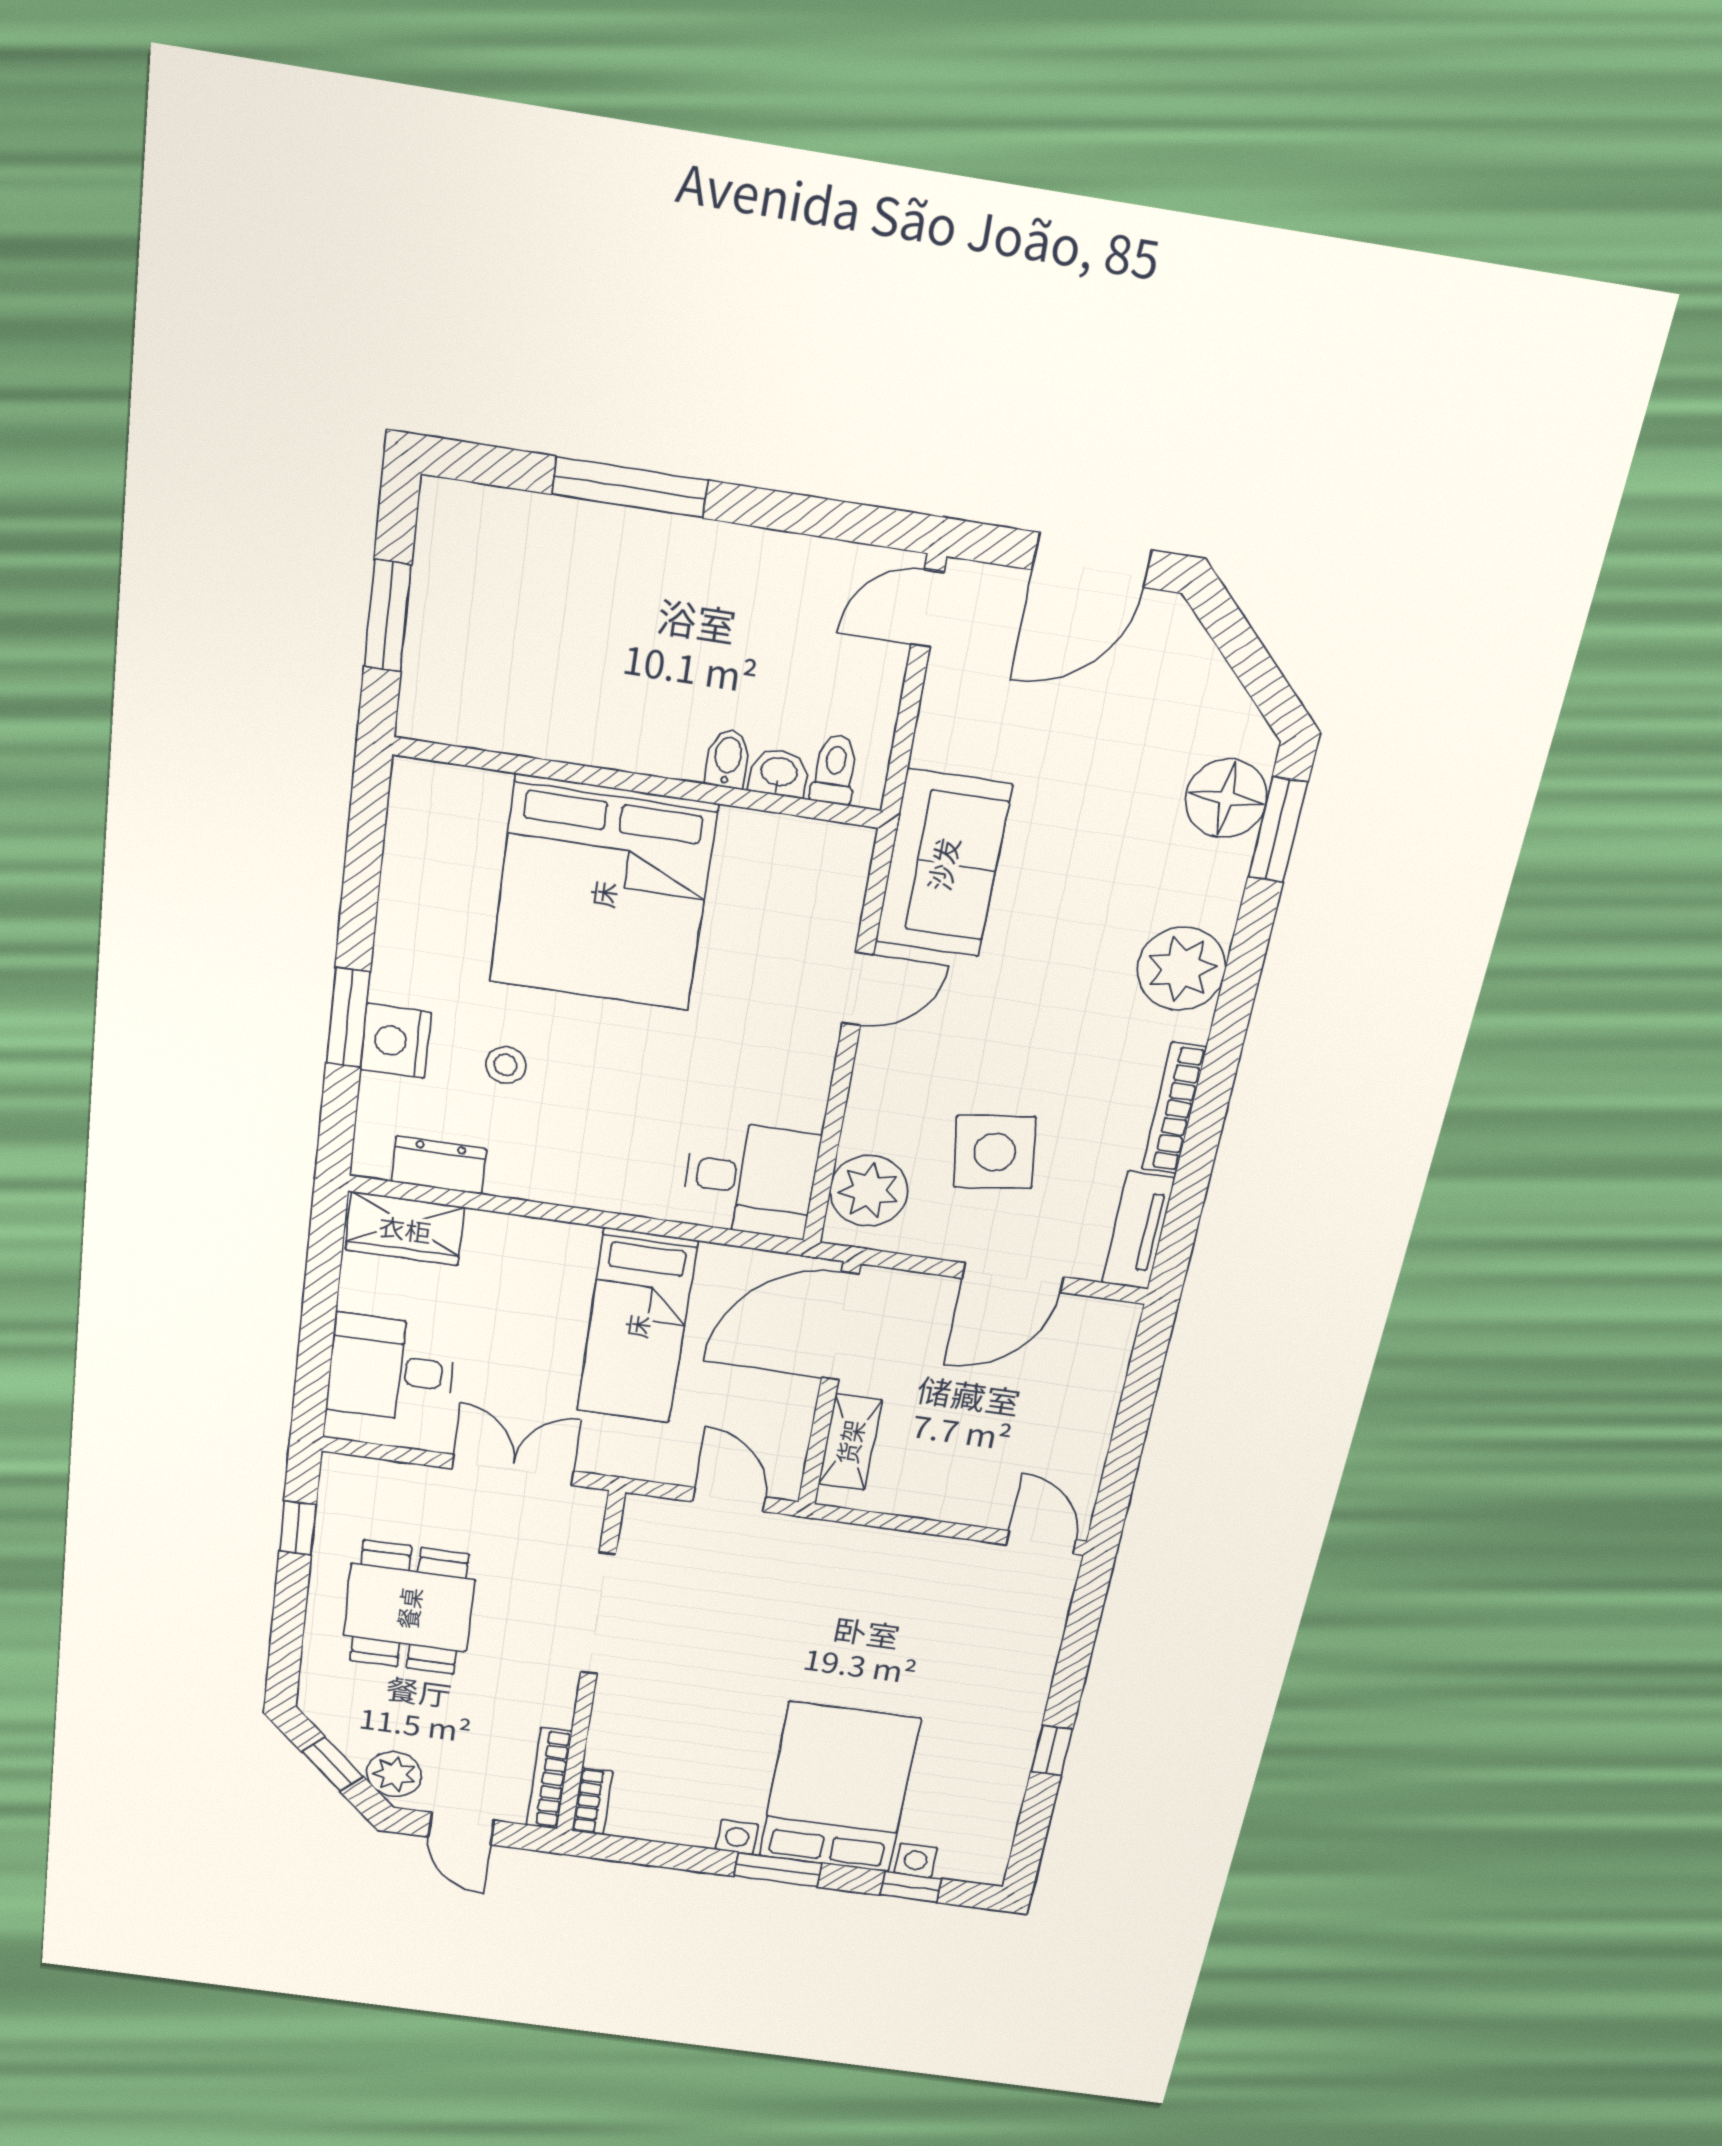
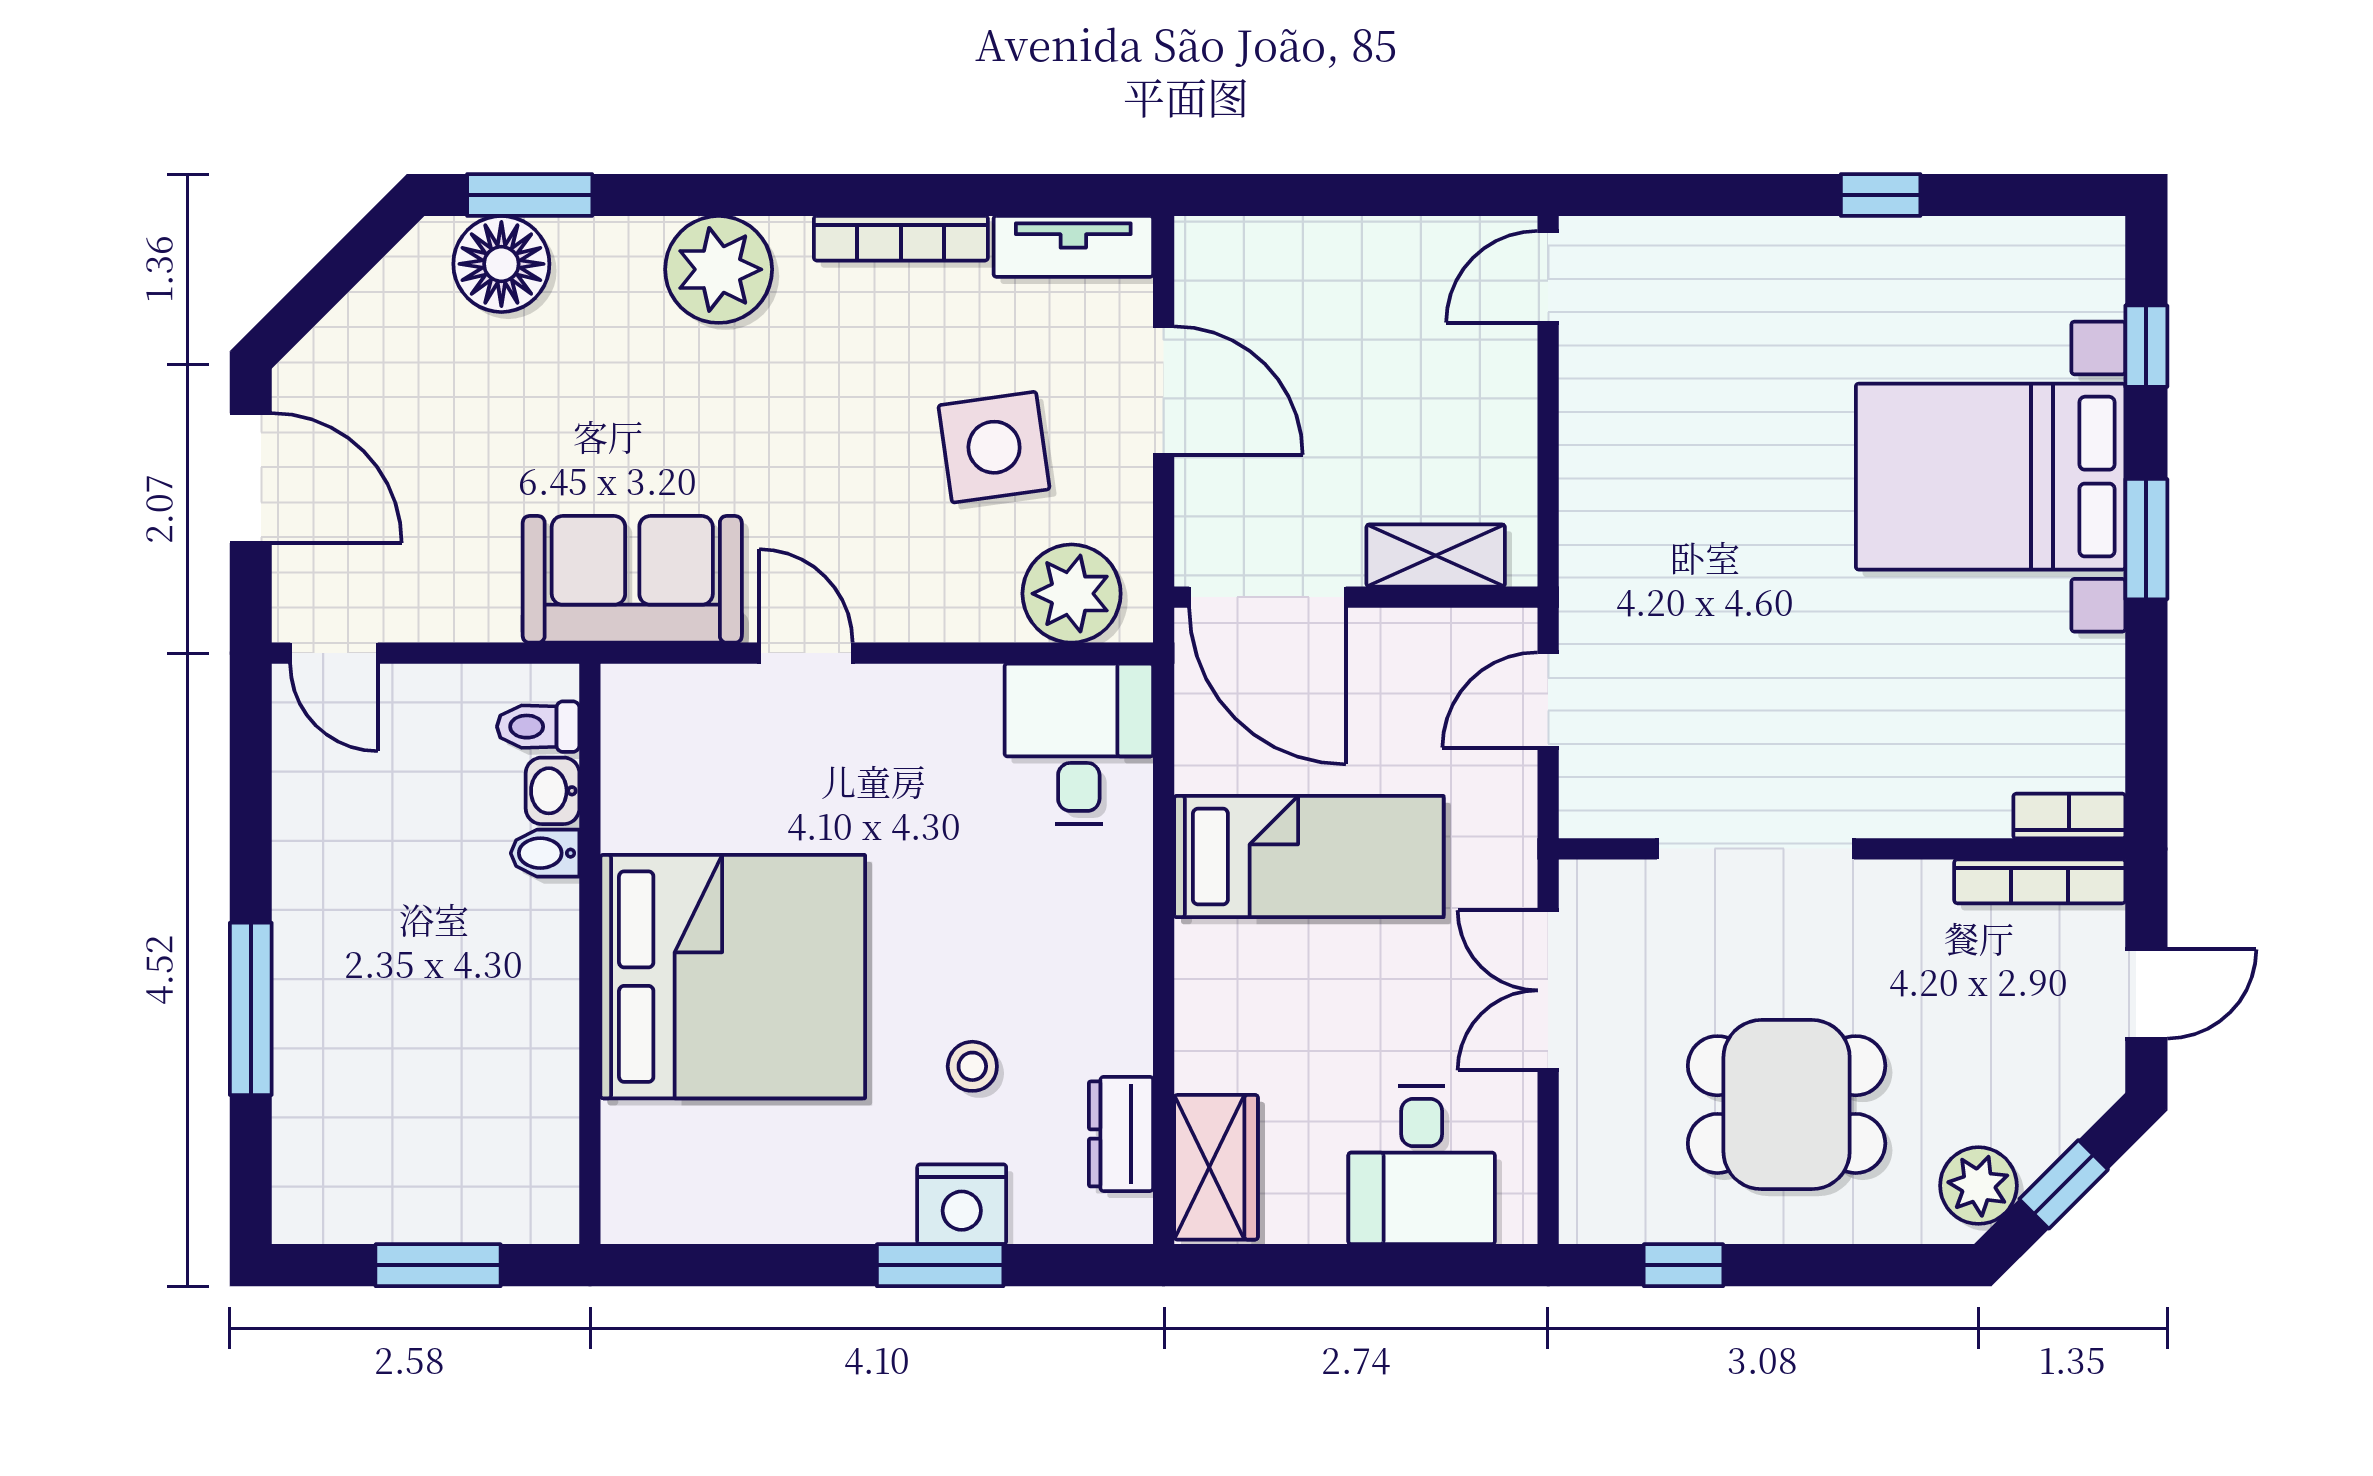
plant: (394, 1774) -> (1978, 1186), moved

